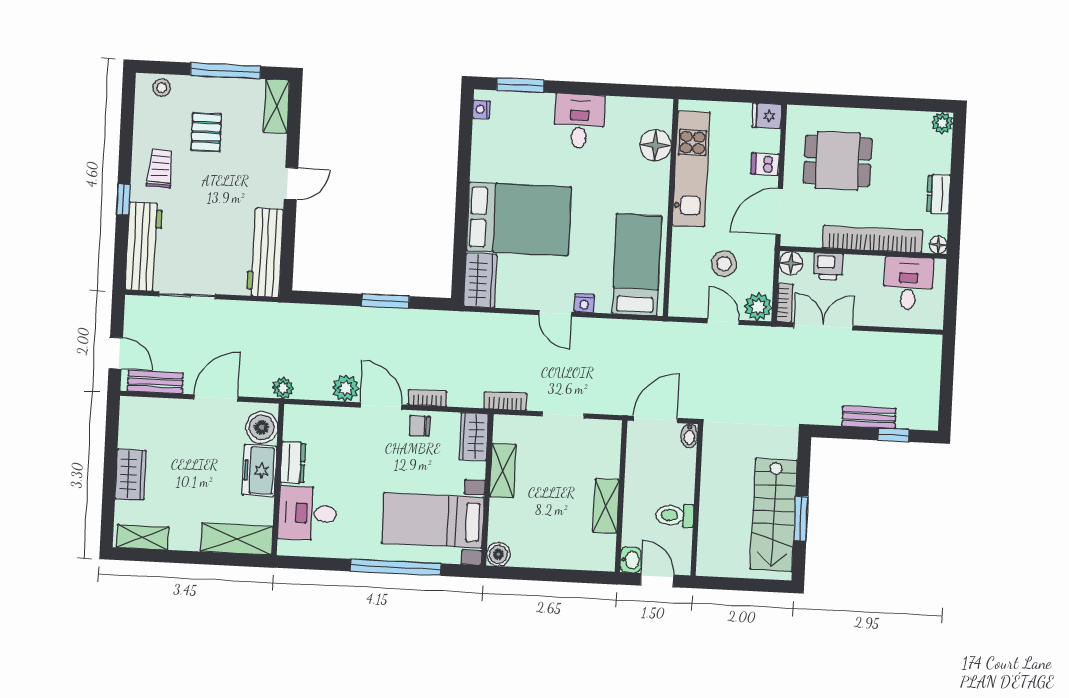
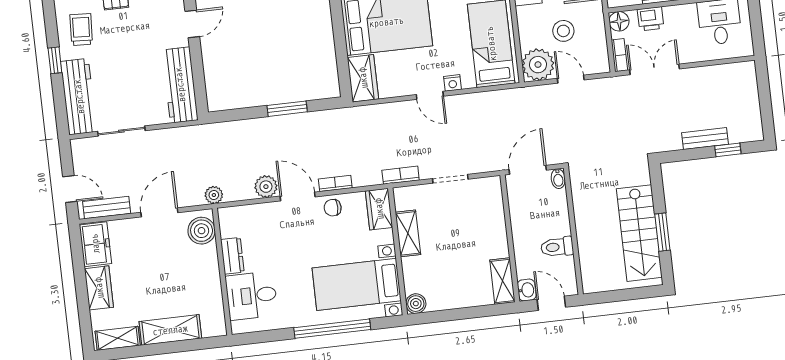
plant: (758, 307) -> (538, 65), moved, width x1.36, depth x1.36
freezer: (259, 470) -> (95, 244), moved, turned 180
shelving: (606, 506) -> (502, 281), moved
shelving: (237, 539) -> (170, 330), moved

